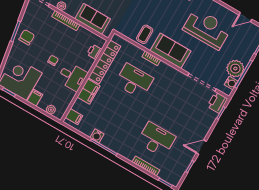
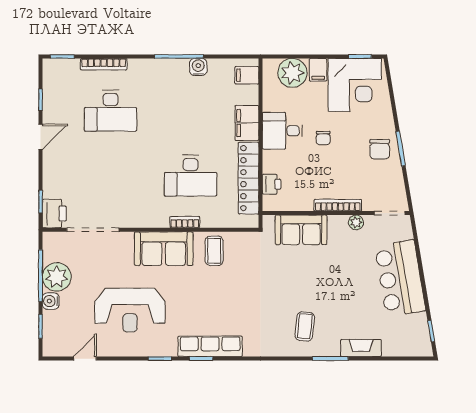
water cooler: (231, 83) -> (51, 301), moved
plant: (51, 110) -> (292, 73), width x1.88, depth x1.88

